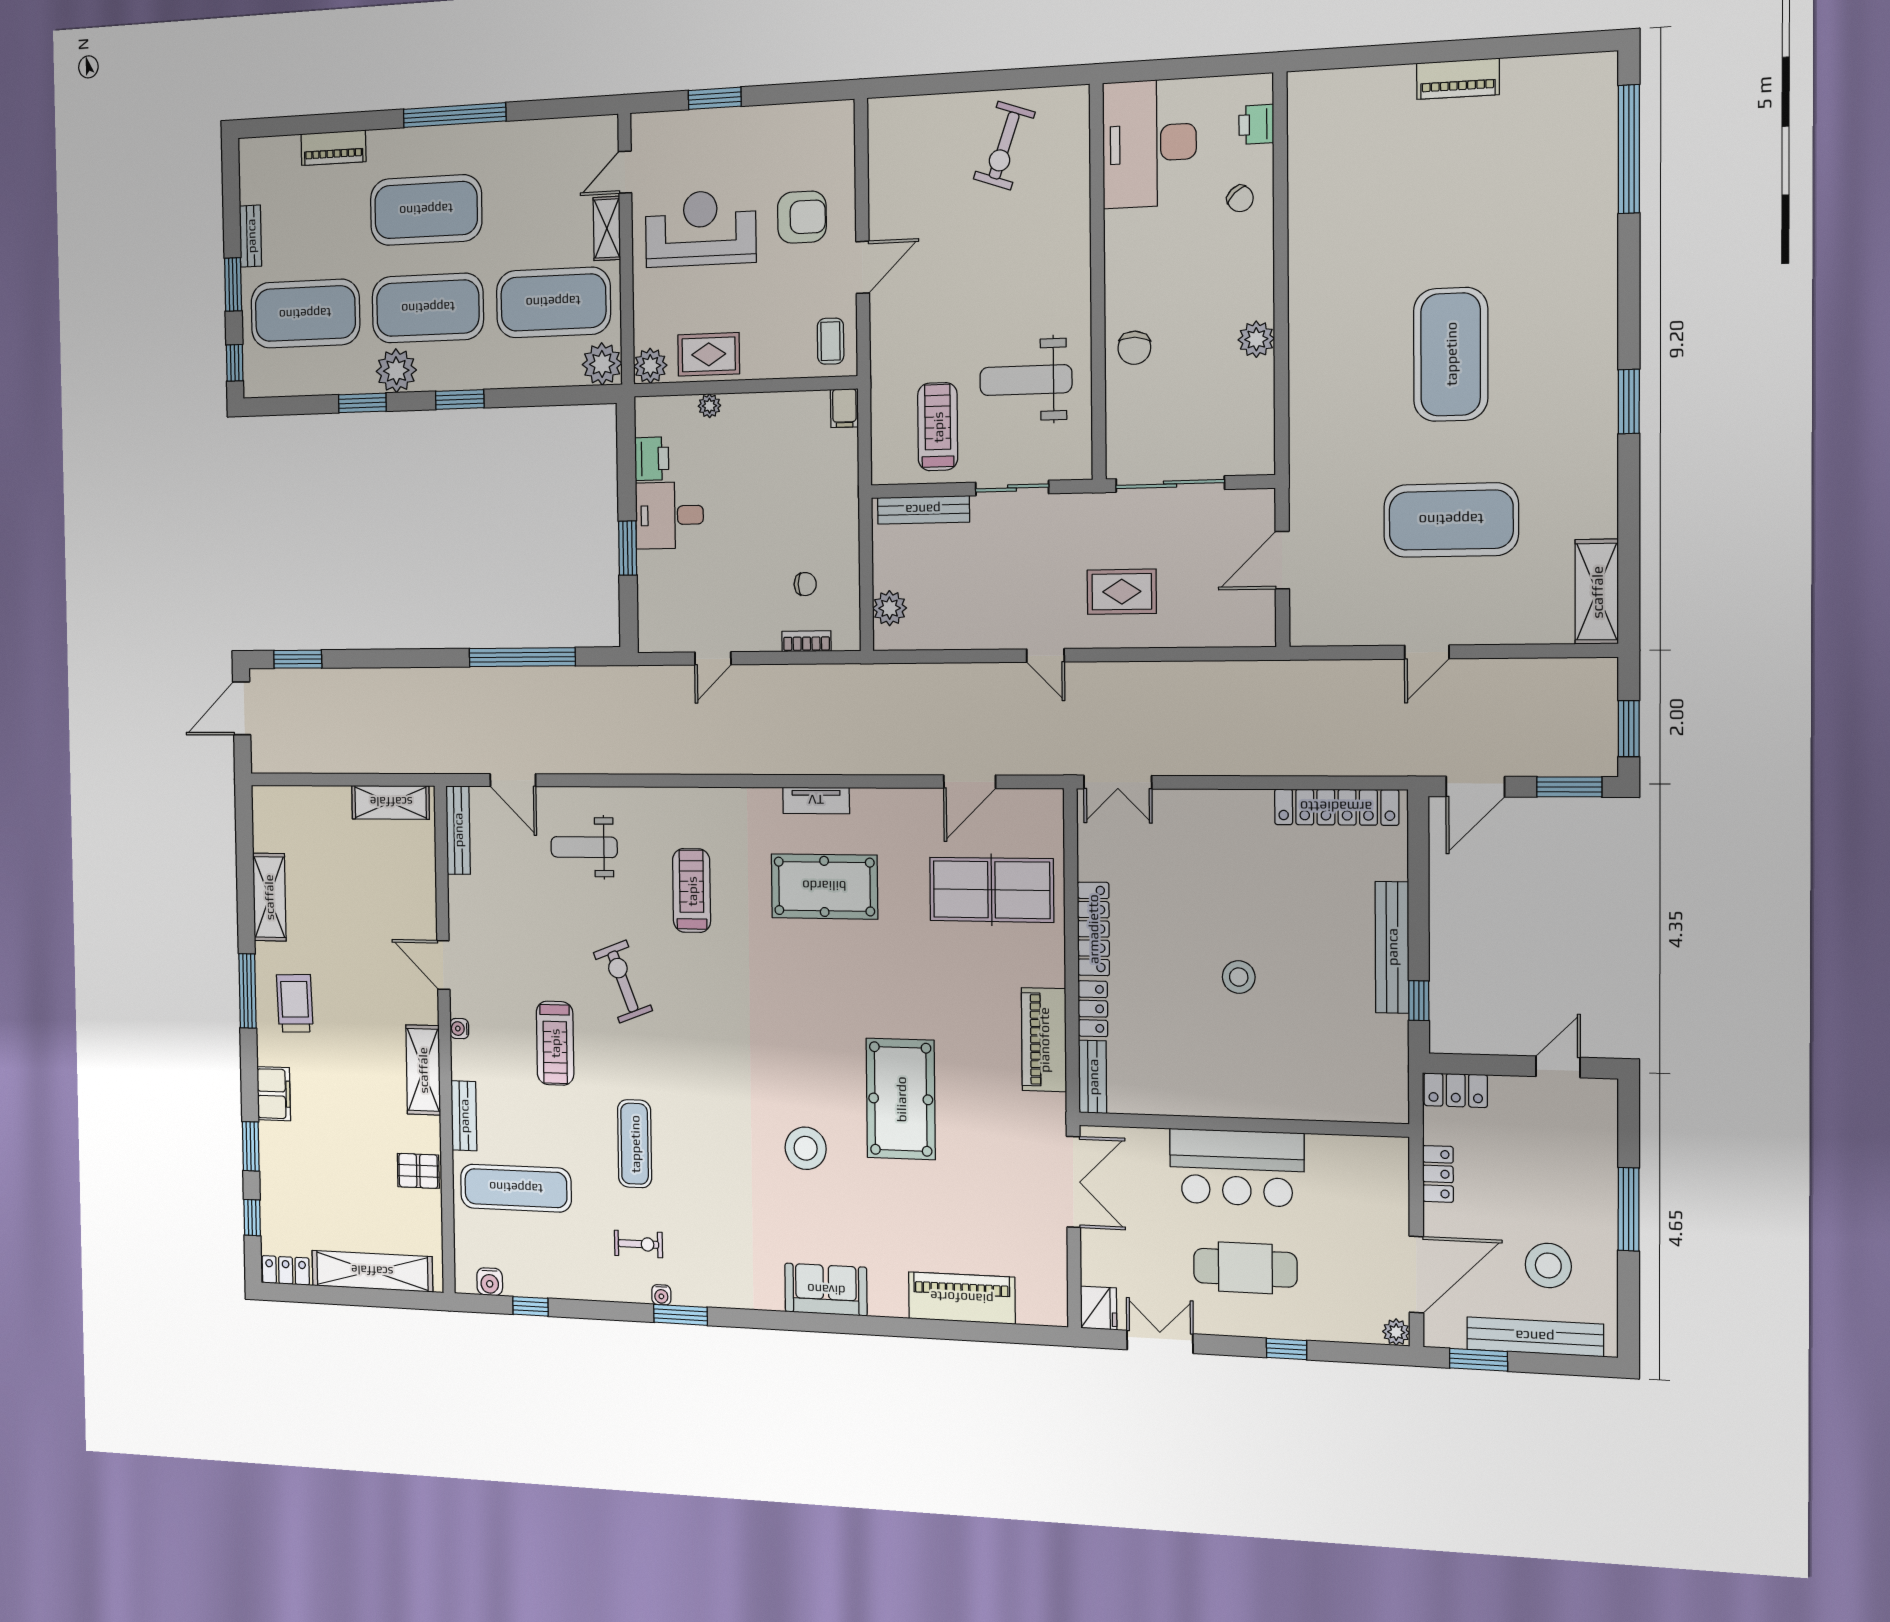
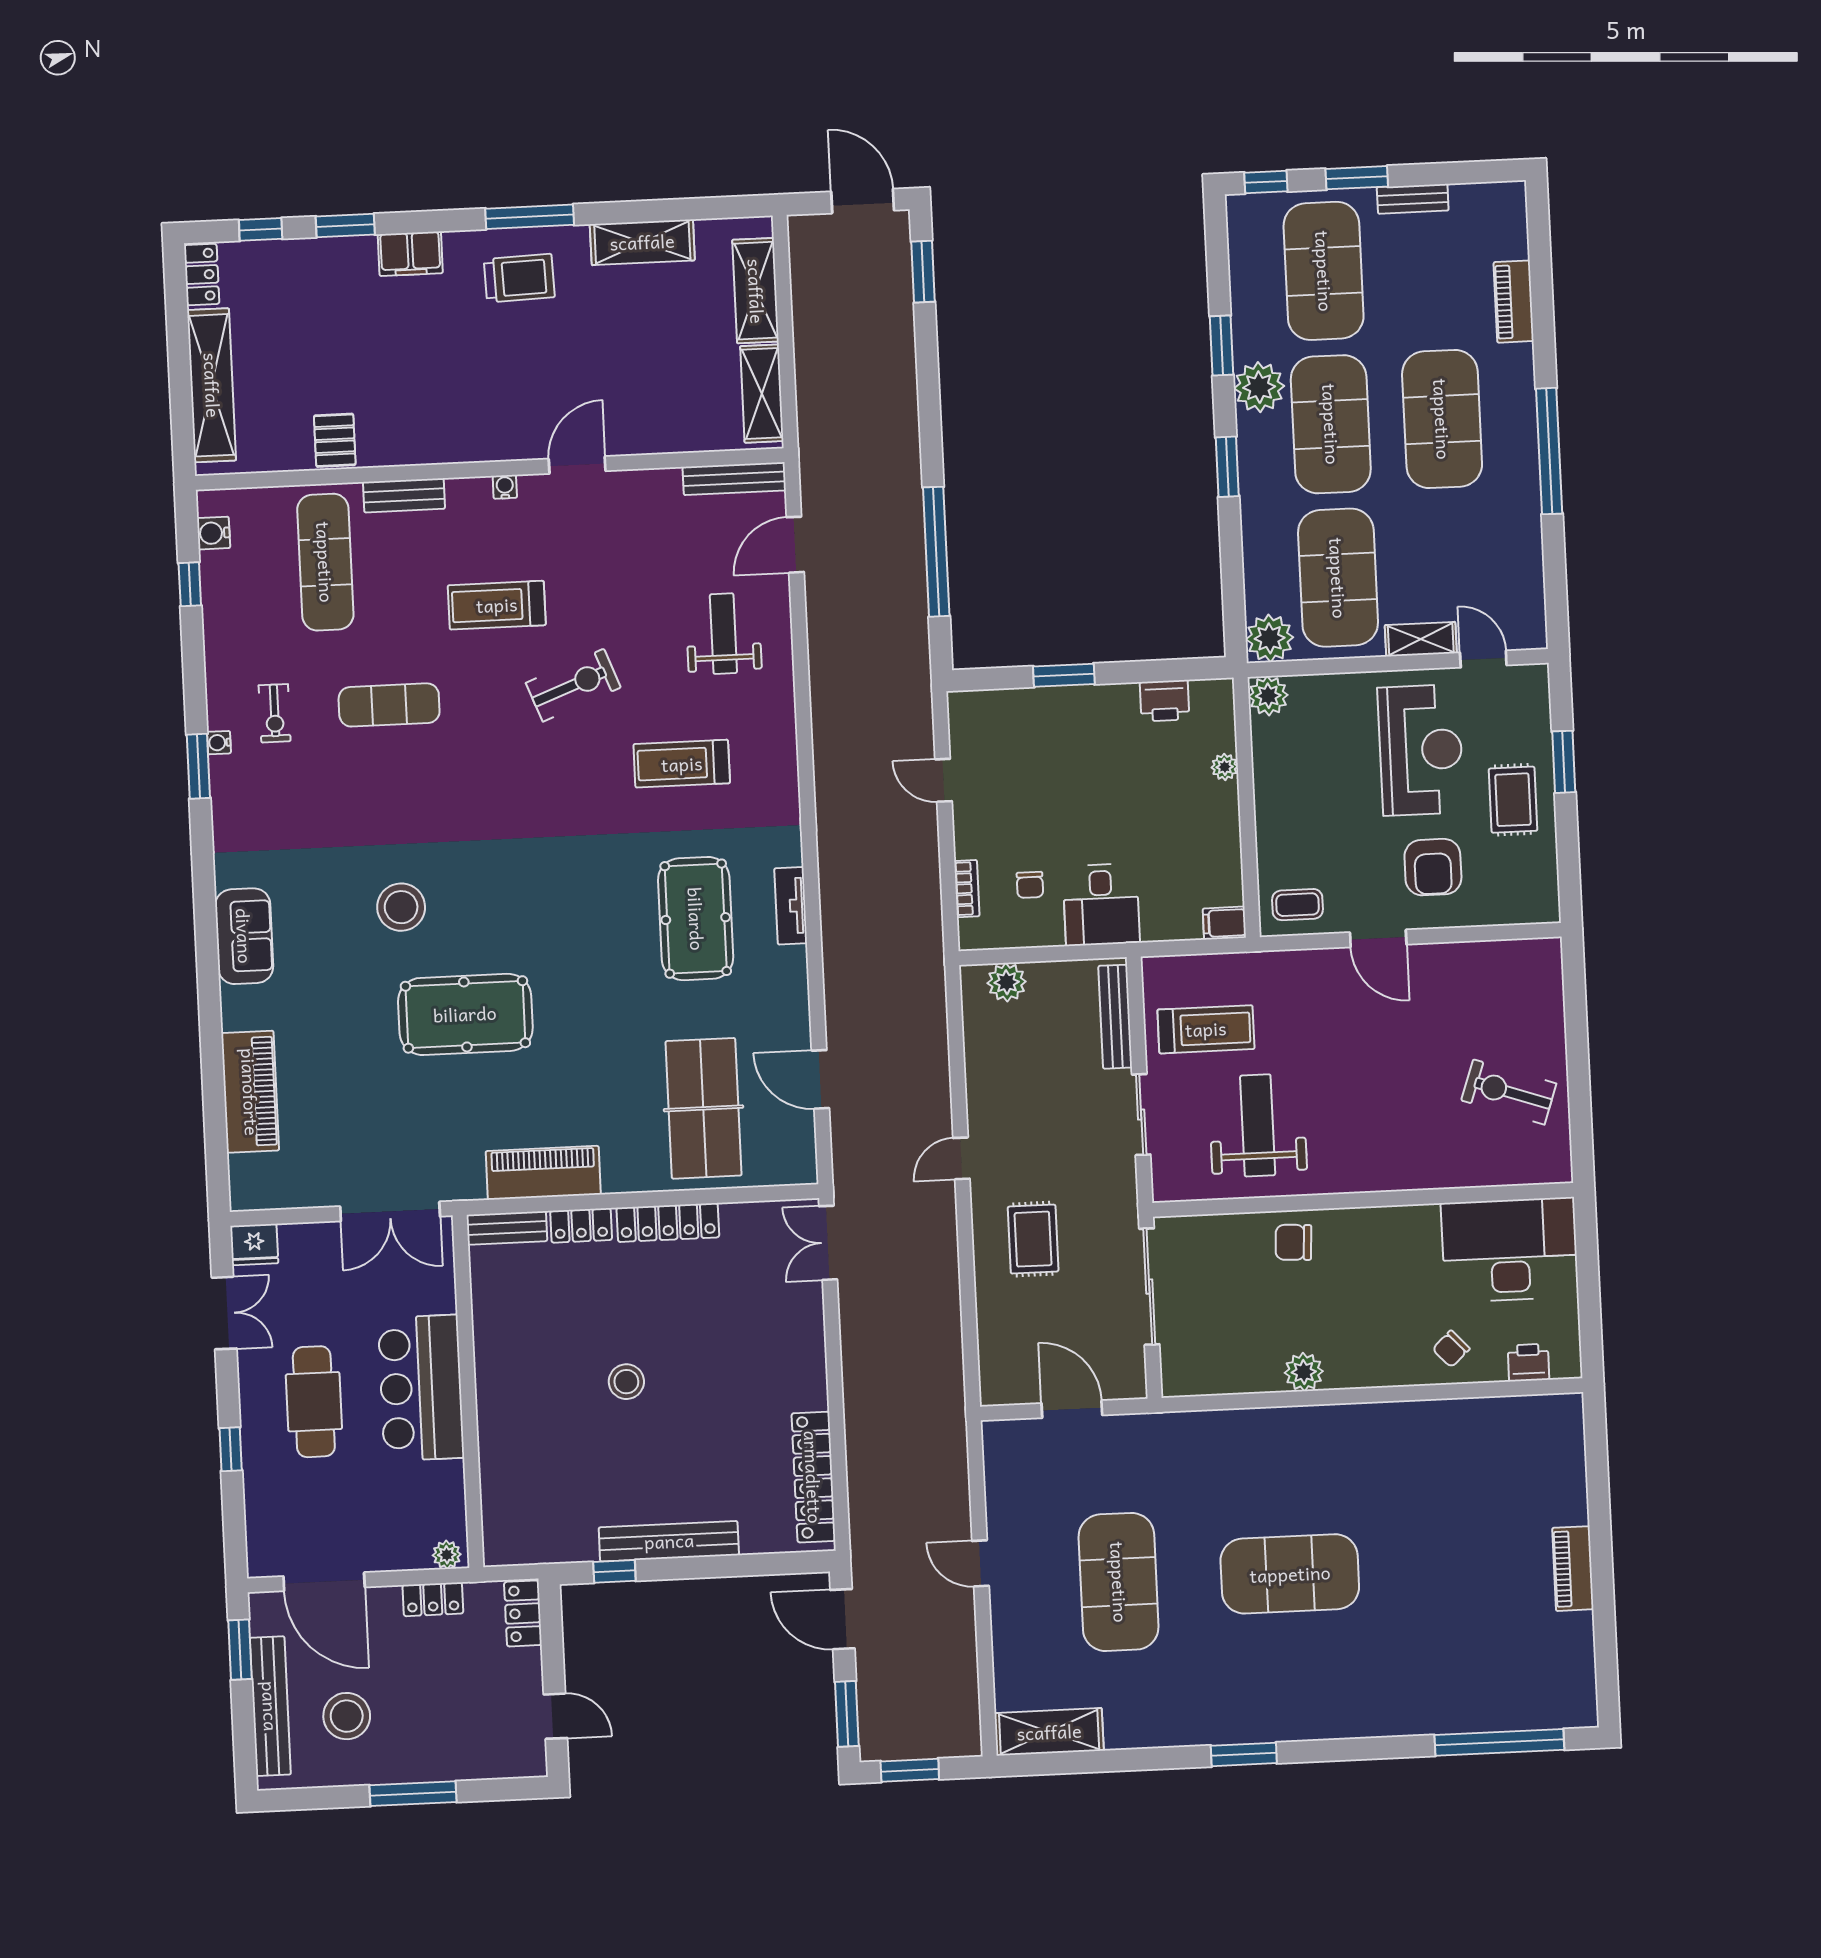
rug: (709, 354) -> (1513, 800), moved
desk: (669, 515) -> (1101, 905), moved, turned 180
treadmill: (692, 891) -> (682, 764), turned 180
shelving: (423, 1070) -> (756, 291), moved, turned 90
plant: (1396, 1332) -> (447, 1555), moved

